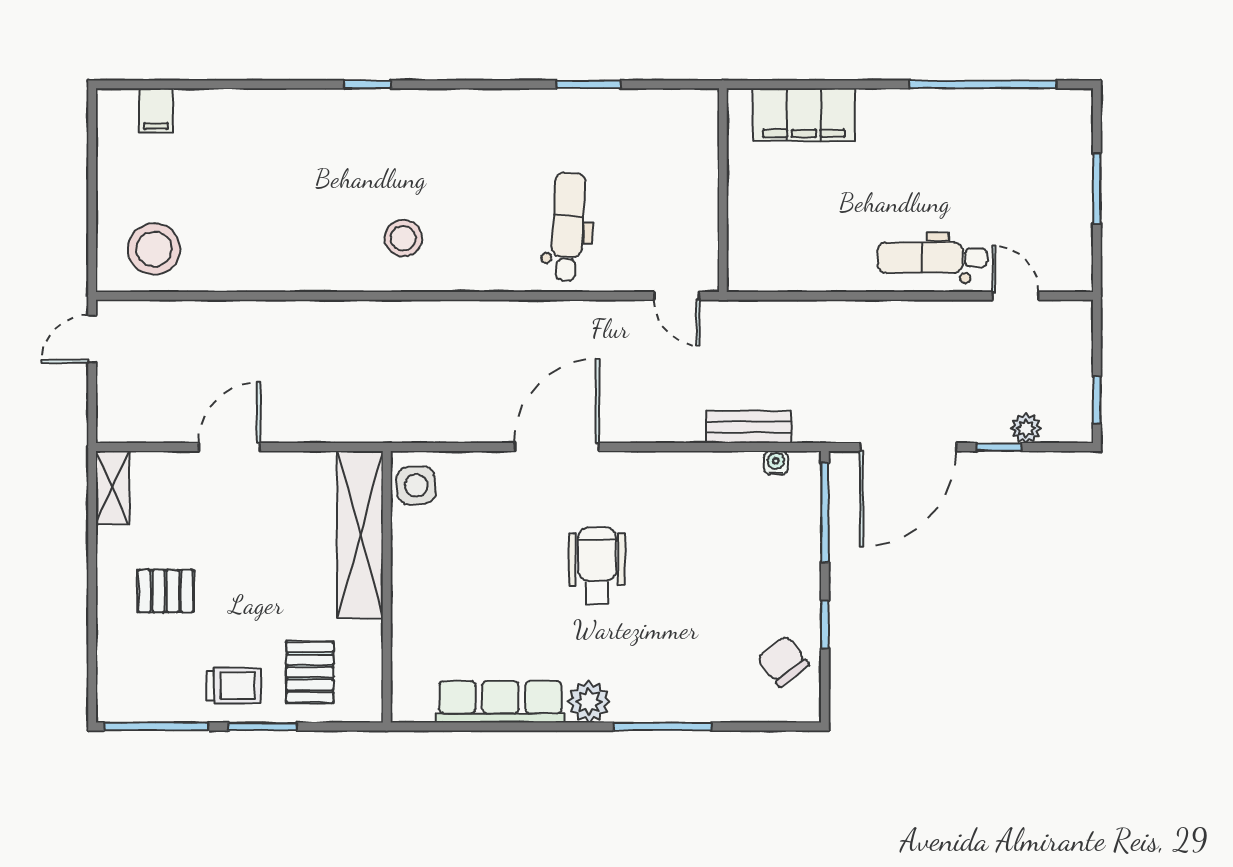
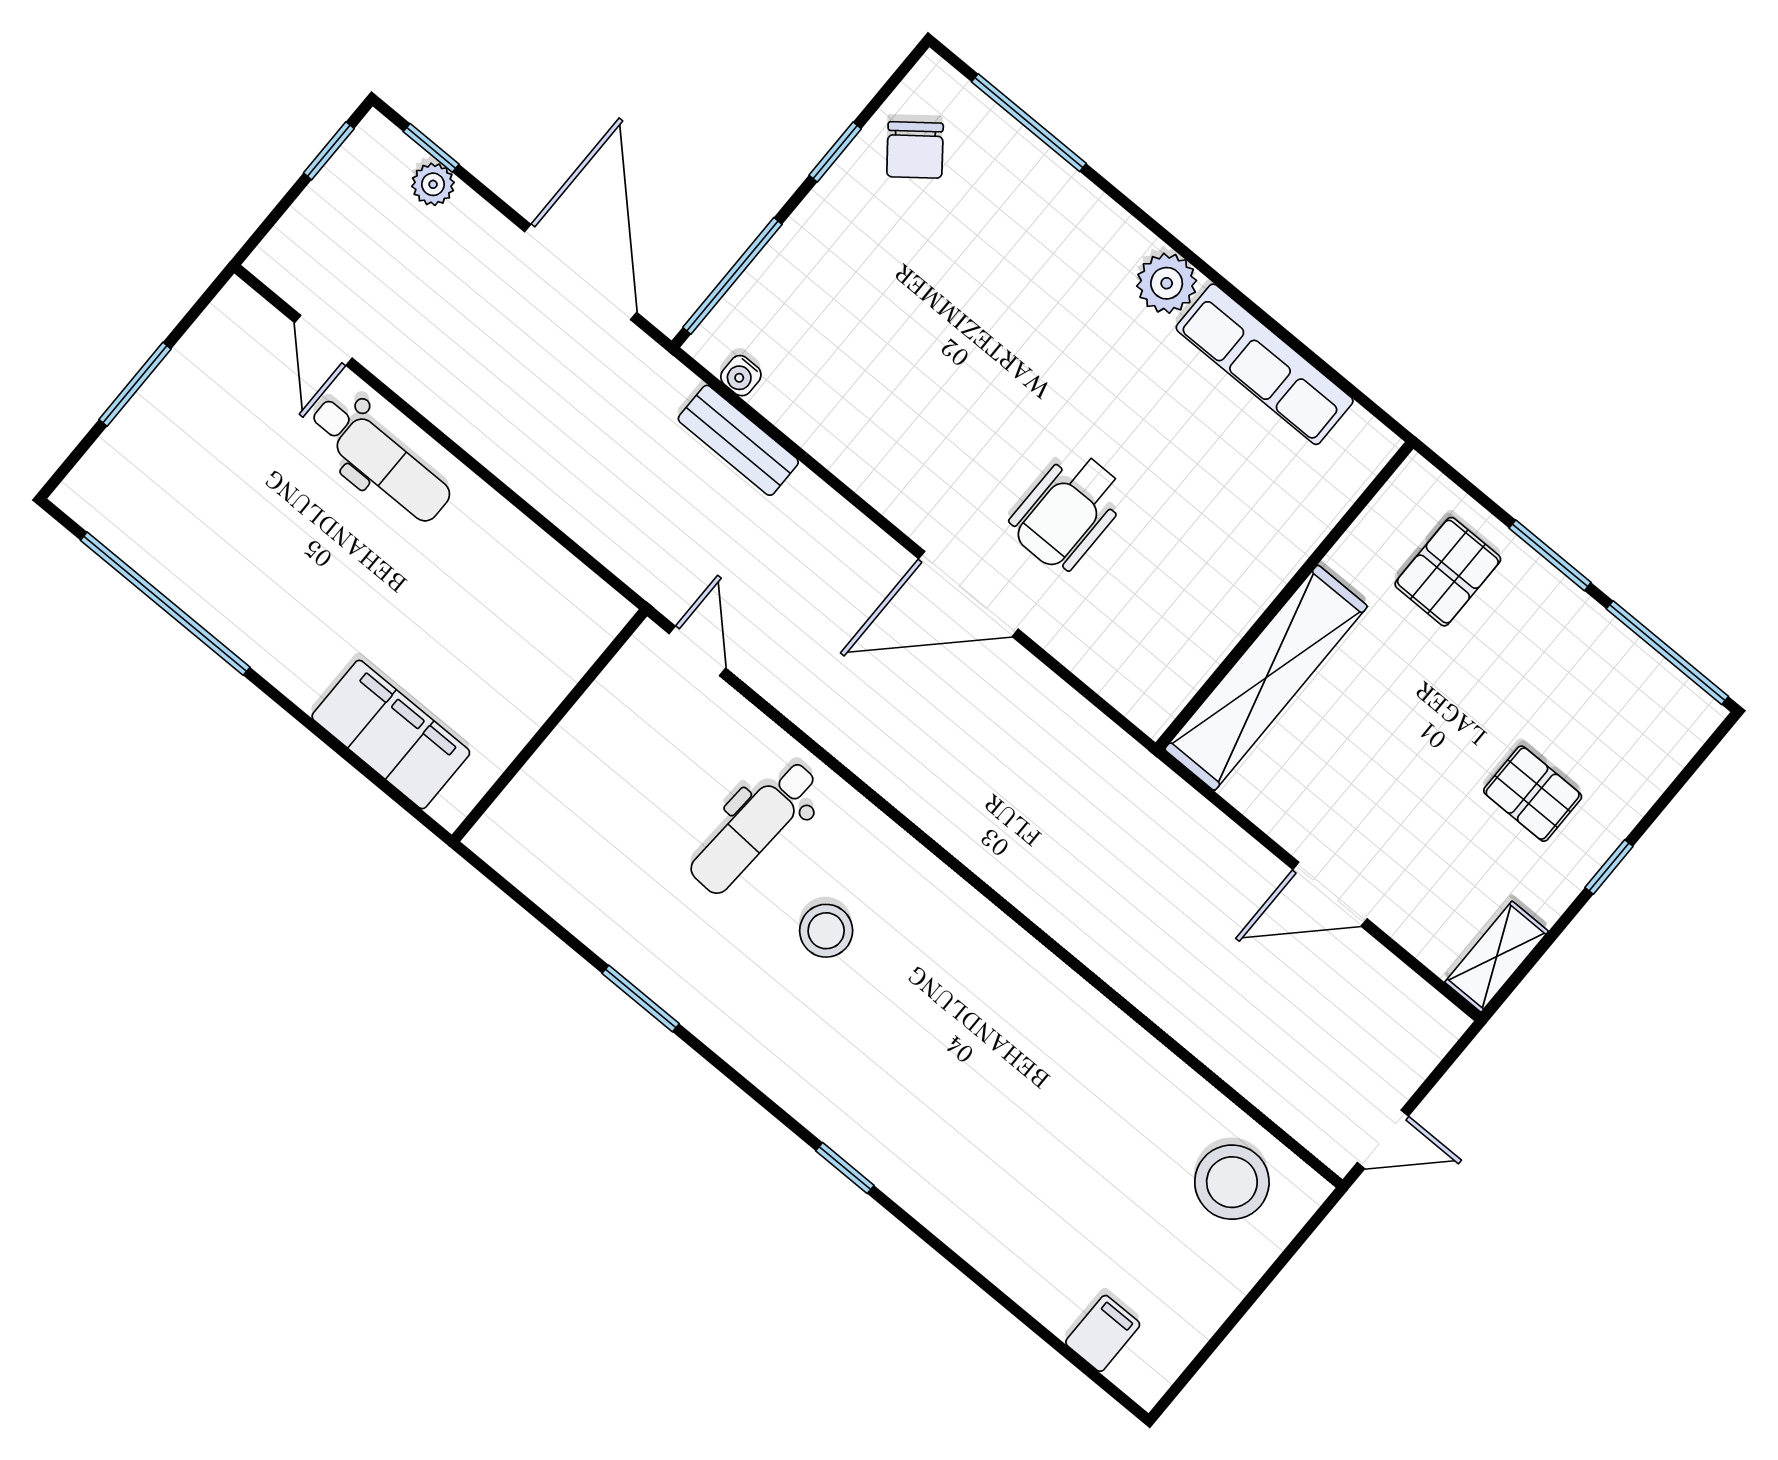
window: (588, 84) -> (641, 998), moved
stool: (403, 238) -> (826, 931), moved
door: (908, 447) -> (581, 272), hinge flipped
window: (999, 447) -> (431, 148), moved
side table: (416, 485) -> (1159, 681), removed
wheelchair: (597, 566) -> (1068, 511), moved
window: (92, 586) -> (1609, 867), added
trolley: (234, 686) -> (1544, 627), removed
window: (662, 726) -> (1029, 123), moved

